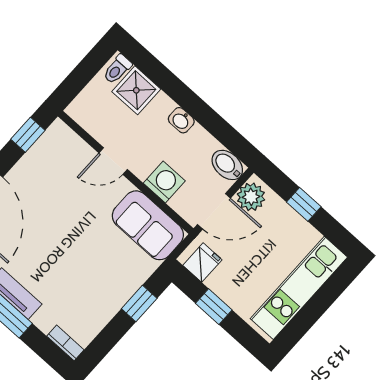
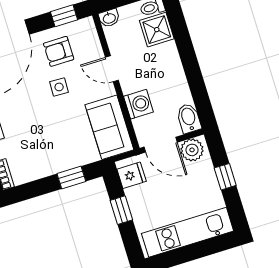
washbasin: (181, 120) -> (109, 18), moved, turned -90
armchair: (45, 176) -> (59, 51), added
side table: (68, 214) -> (59, 87), added

